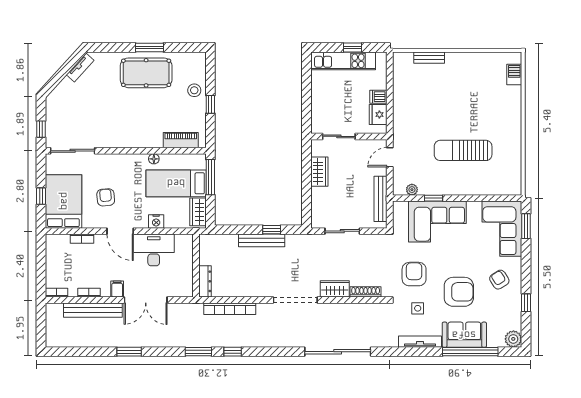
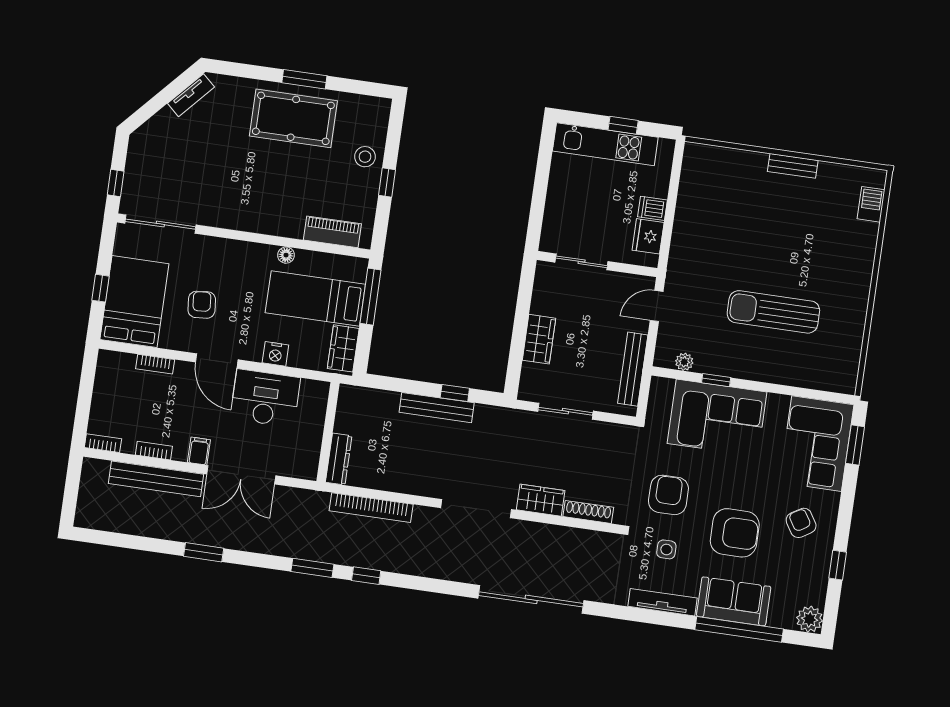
bench: (429, 58) -> (793, 166), moved
wardrobe: (319, 172) -> (539, 339), moved

